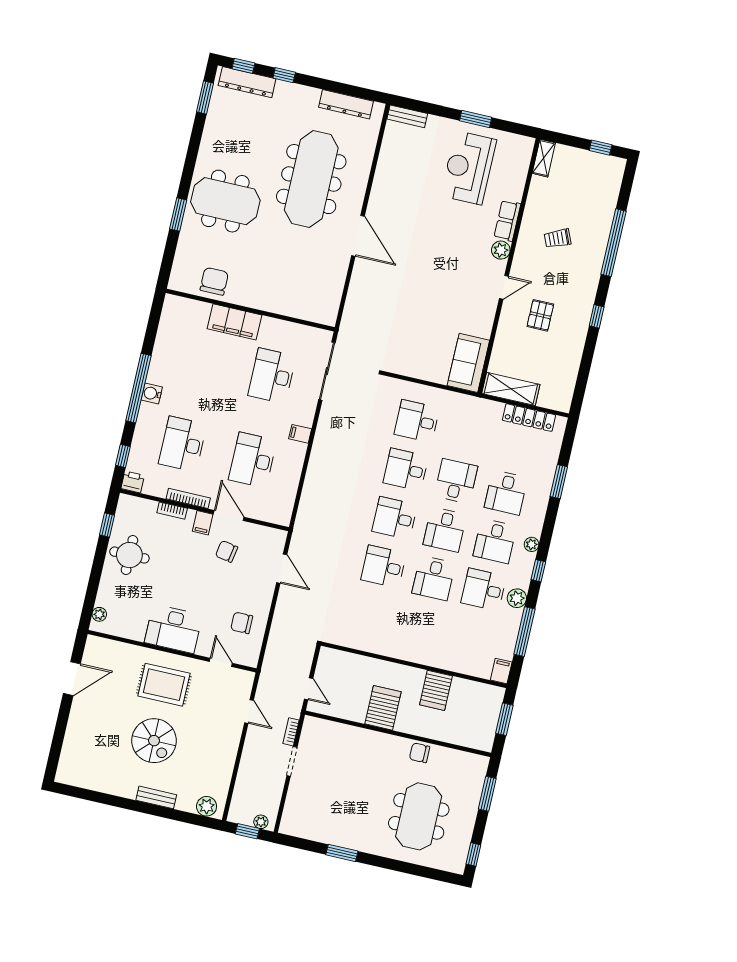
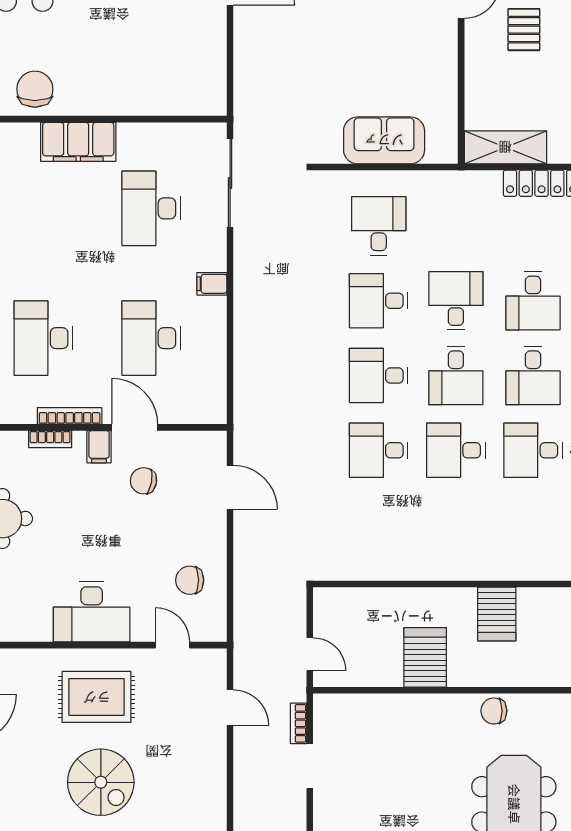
sofa: (468, 363) -> (384, 140), moved, turned 90
desk: (417, 421) -> (379, 226), turned 90
desk: (434, 578) -> (456, 450), turned 90

